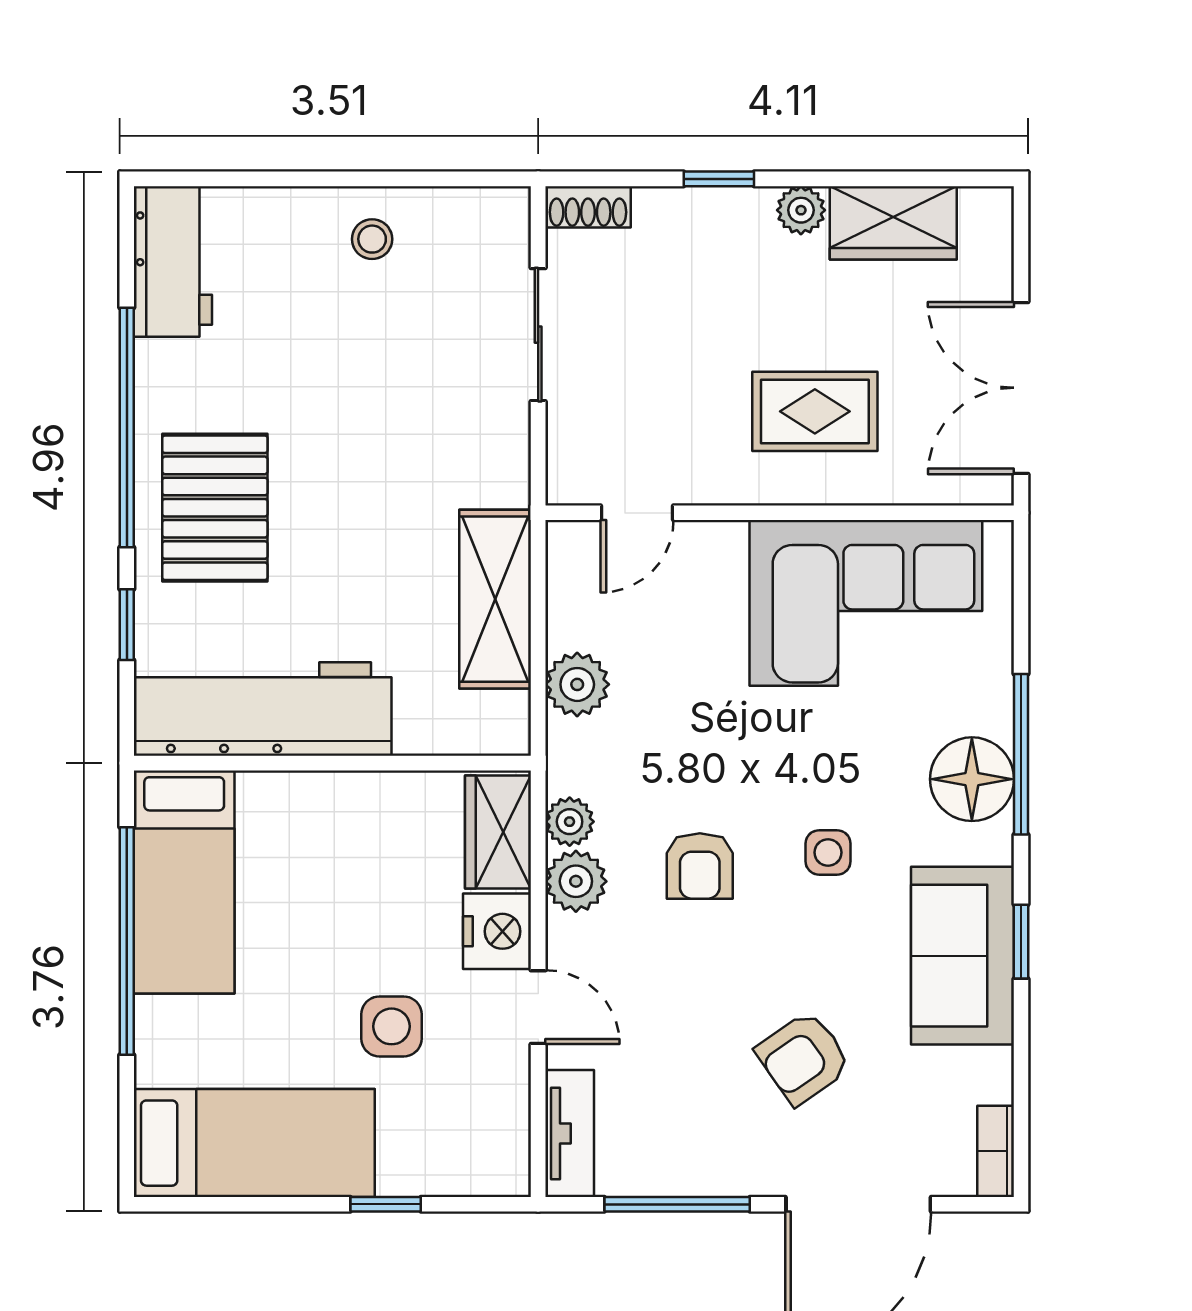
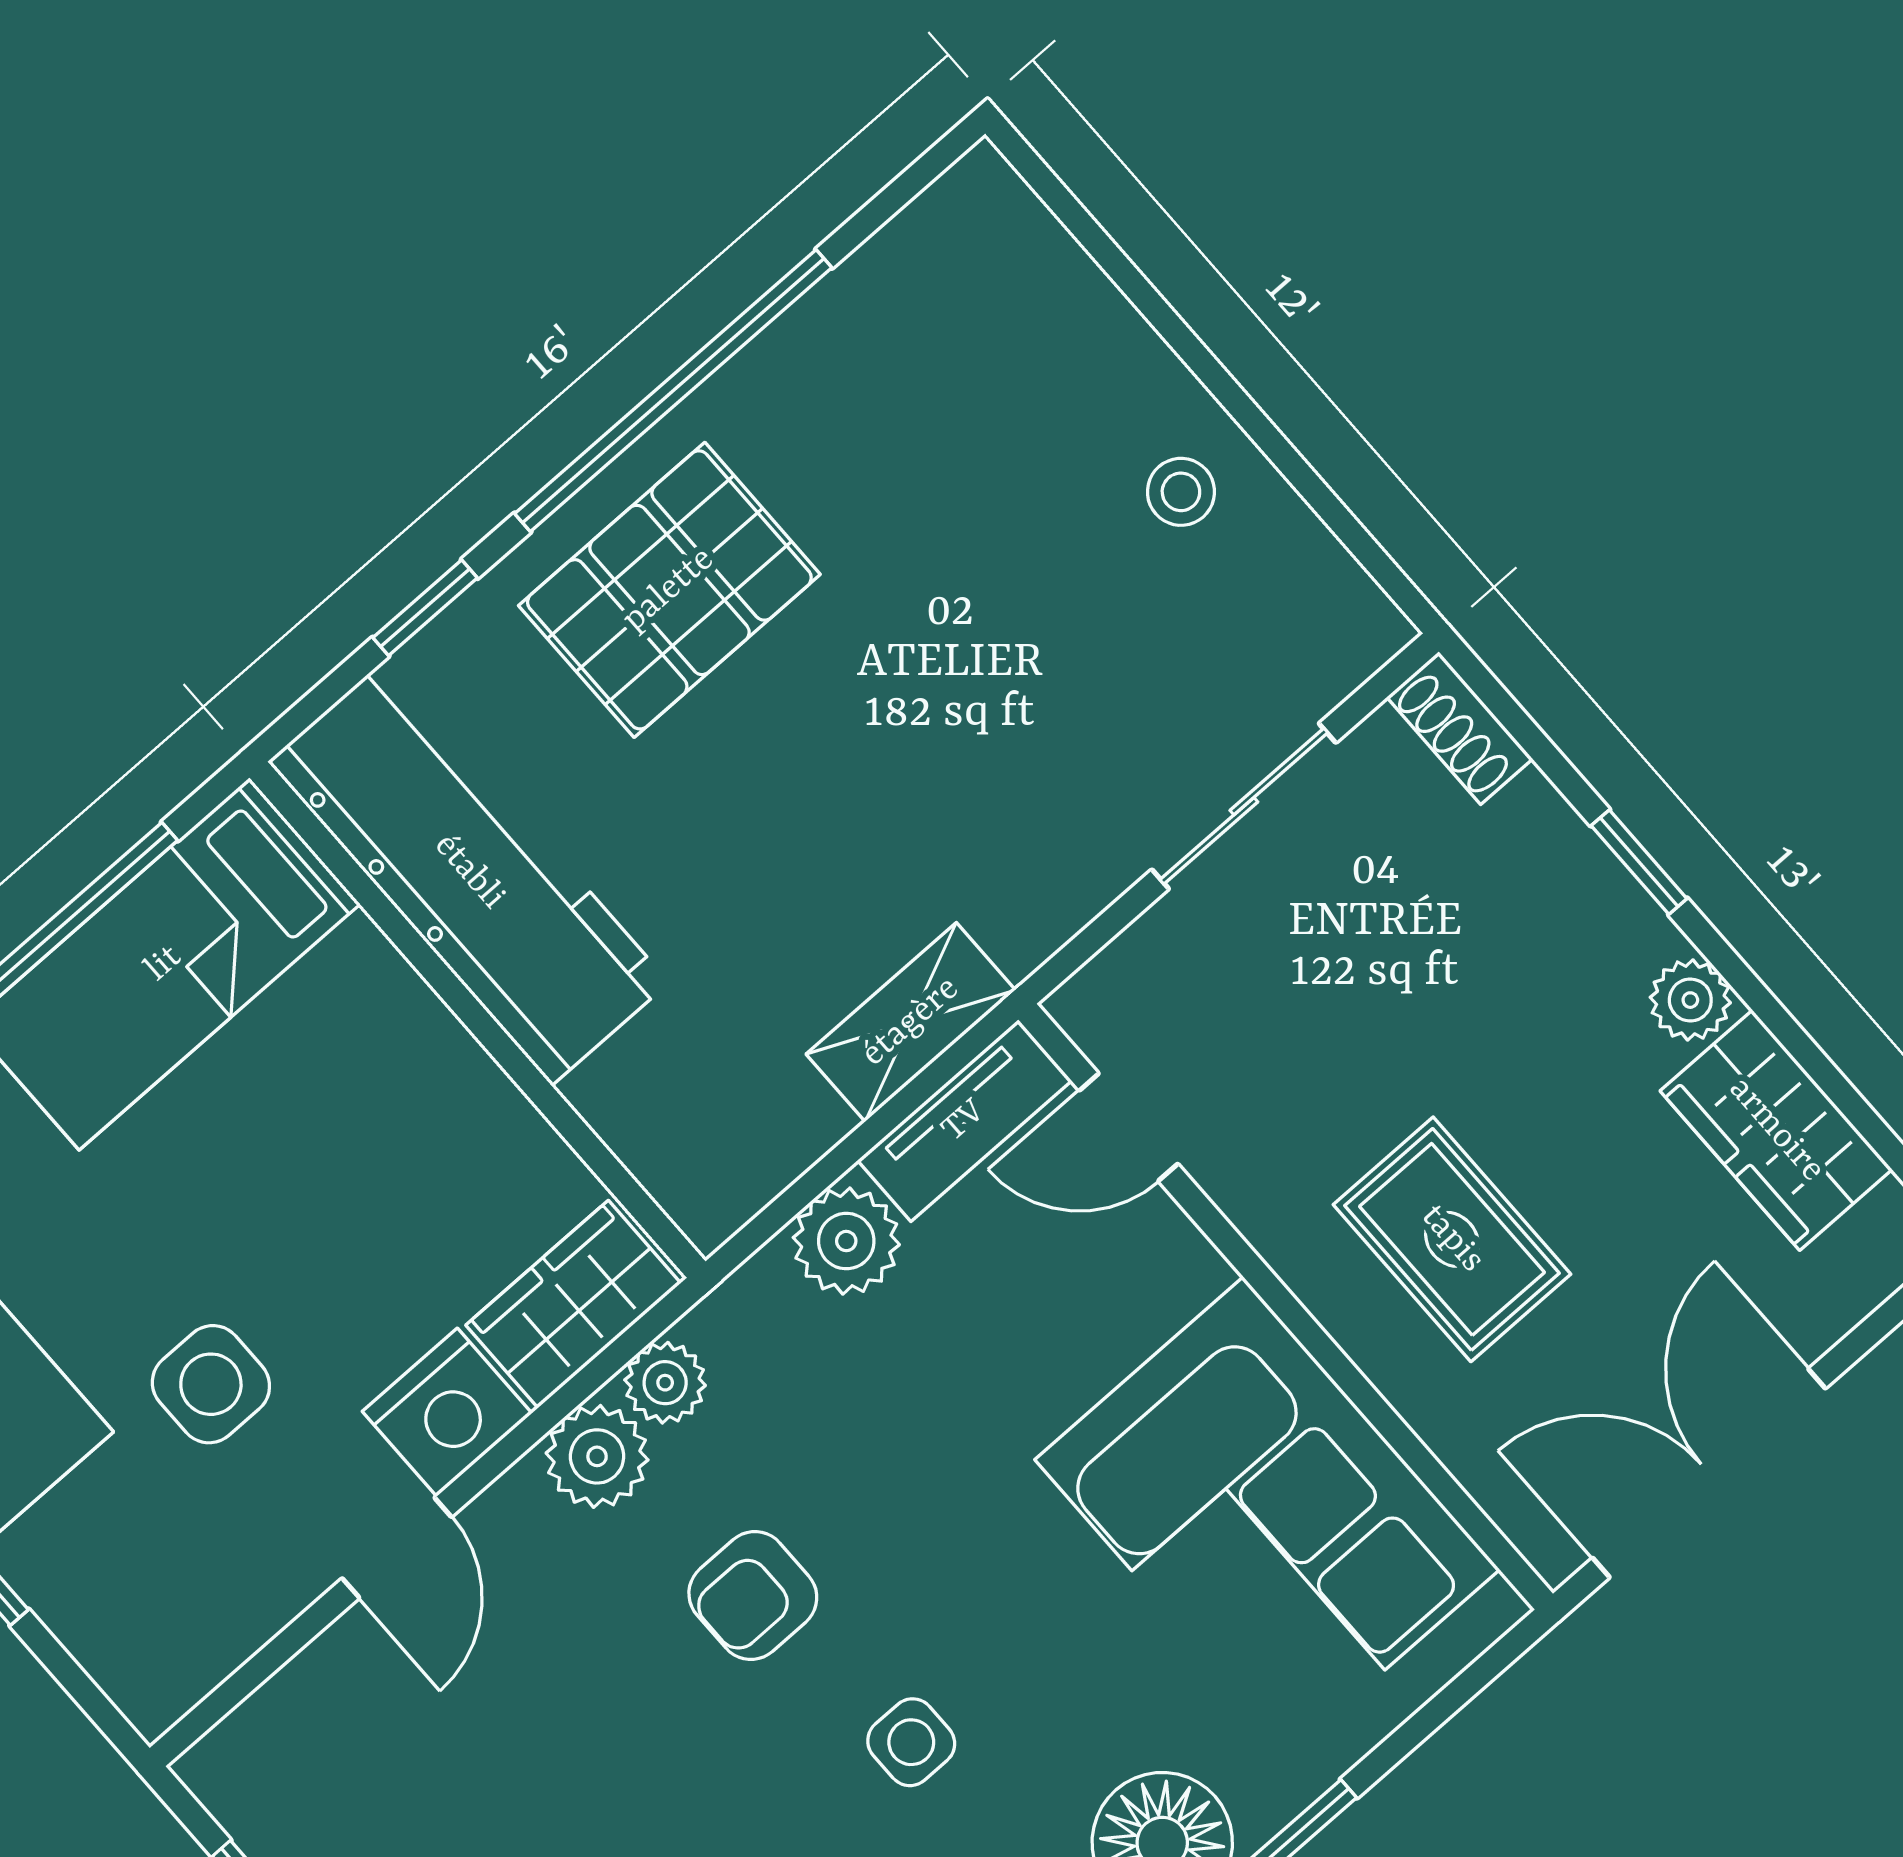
workbench: (173, 261) -> (933, 266), removed
shelving: (495, 599) -> (911, 1022), width x0.67, depth x0.75
tv unit: (570, 1134) -> (964, 1121), moved

